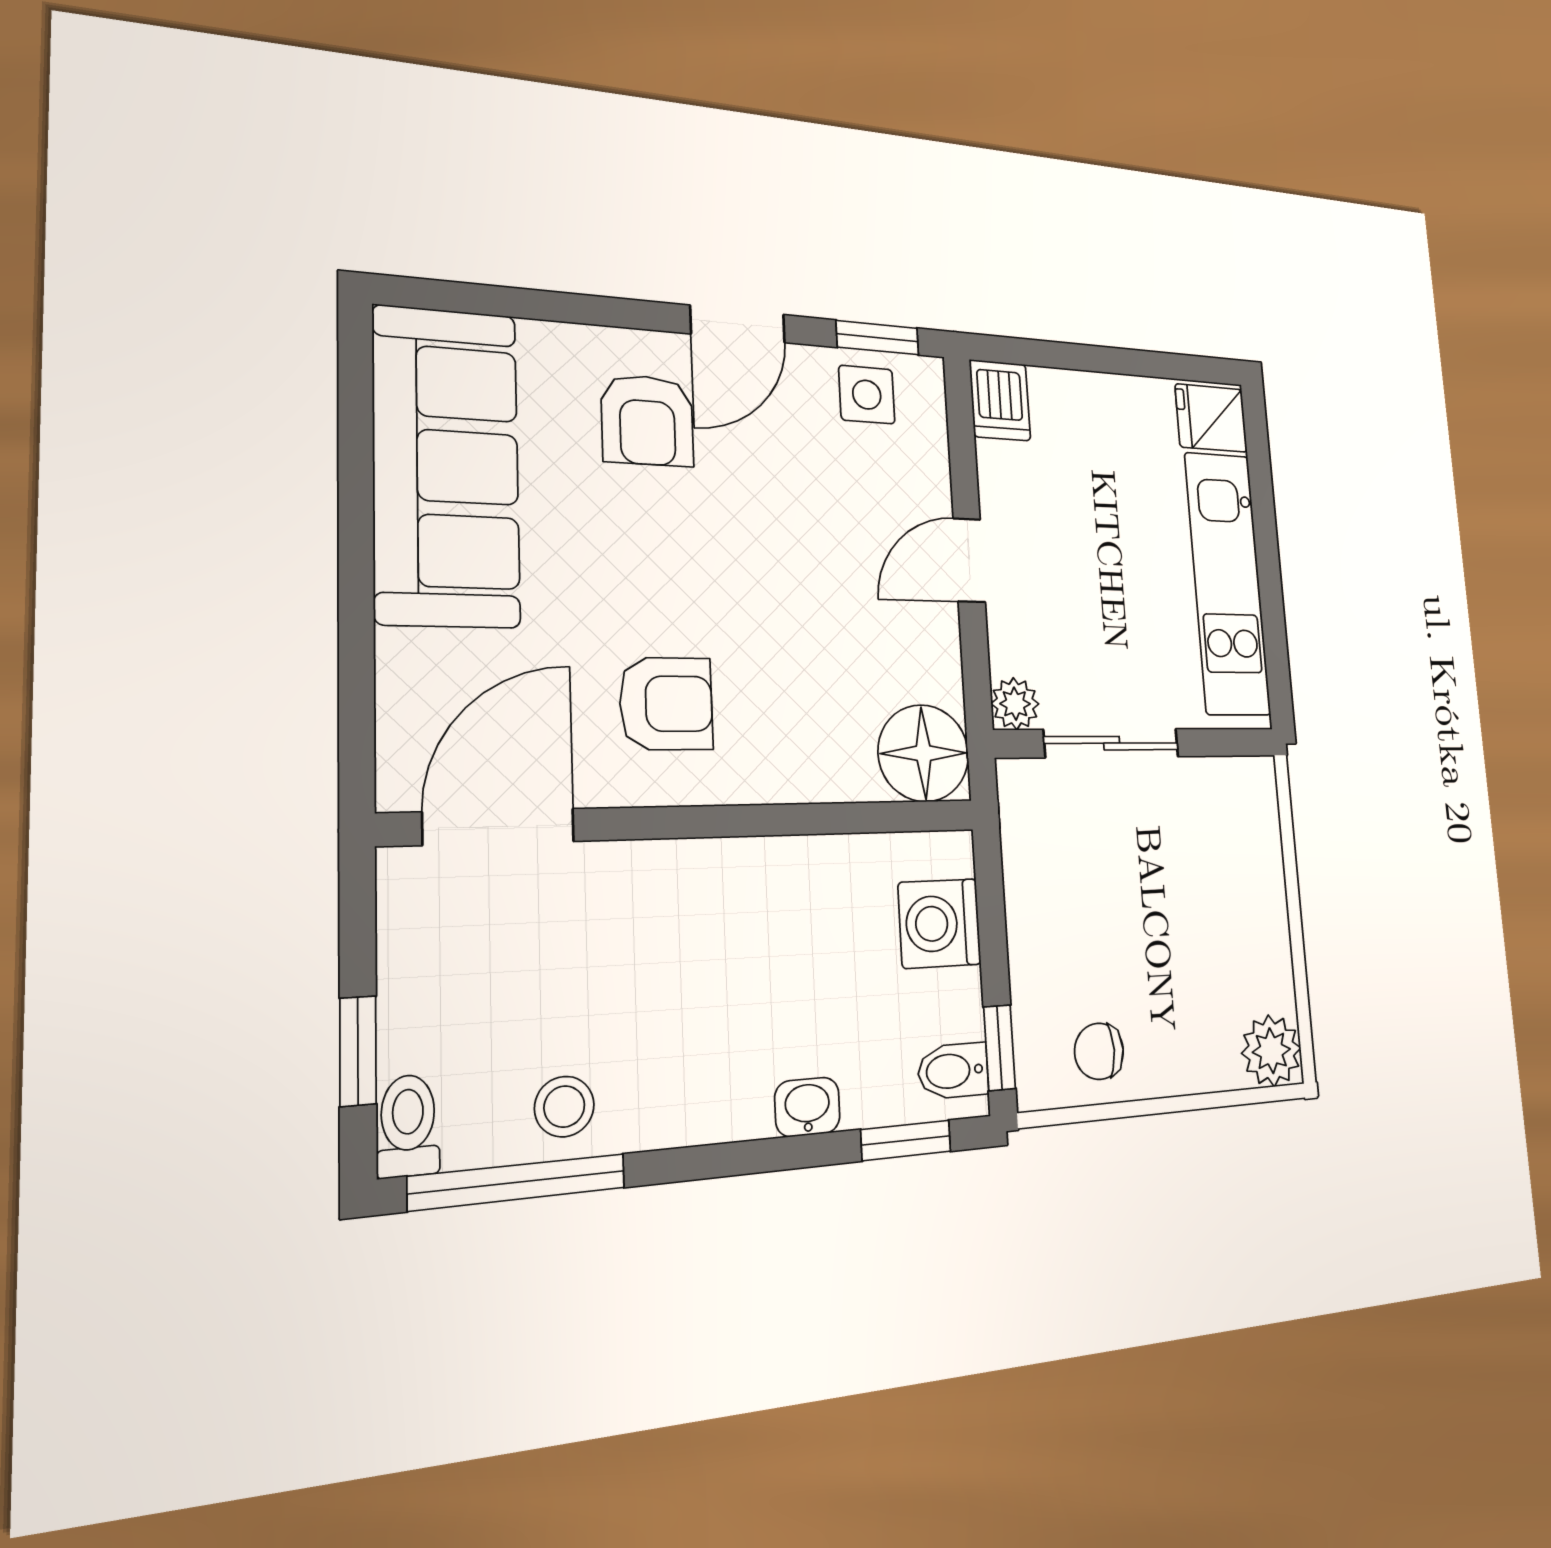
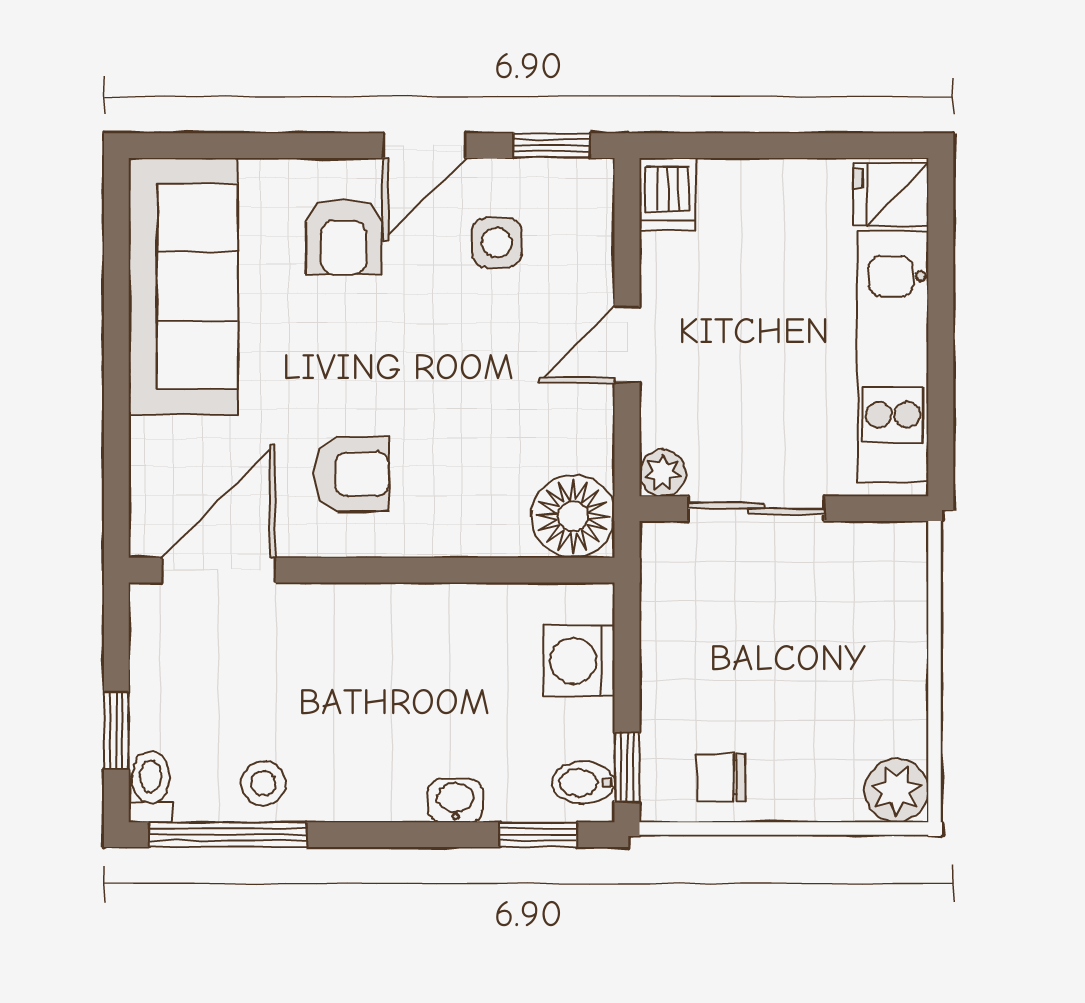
side table: (867, 395) -> (497, 243), moved

